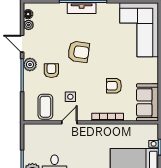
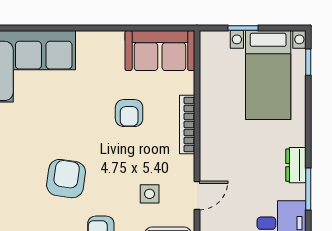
door: (69, 122) -> (197, 195), swing flipped

